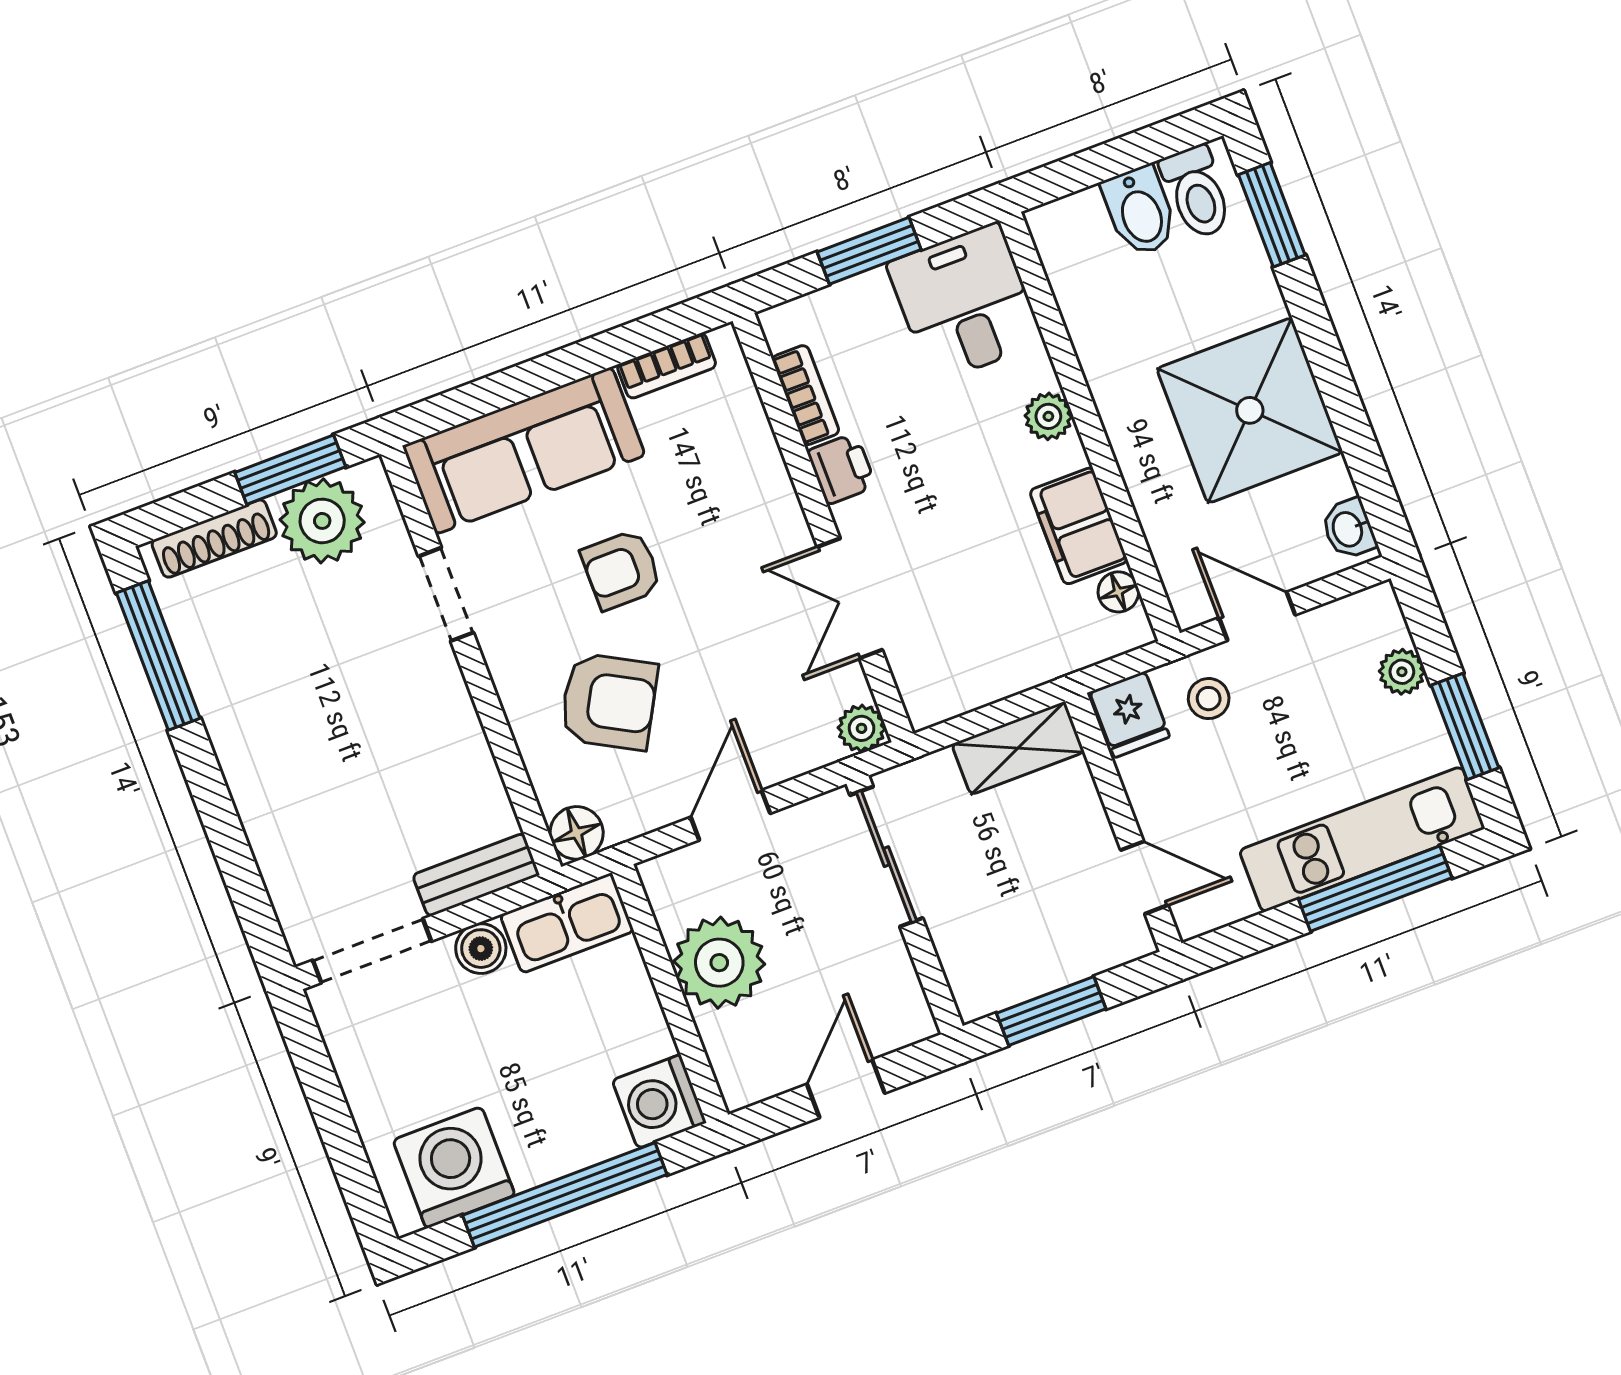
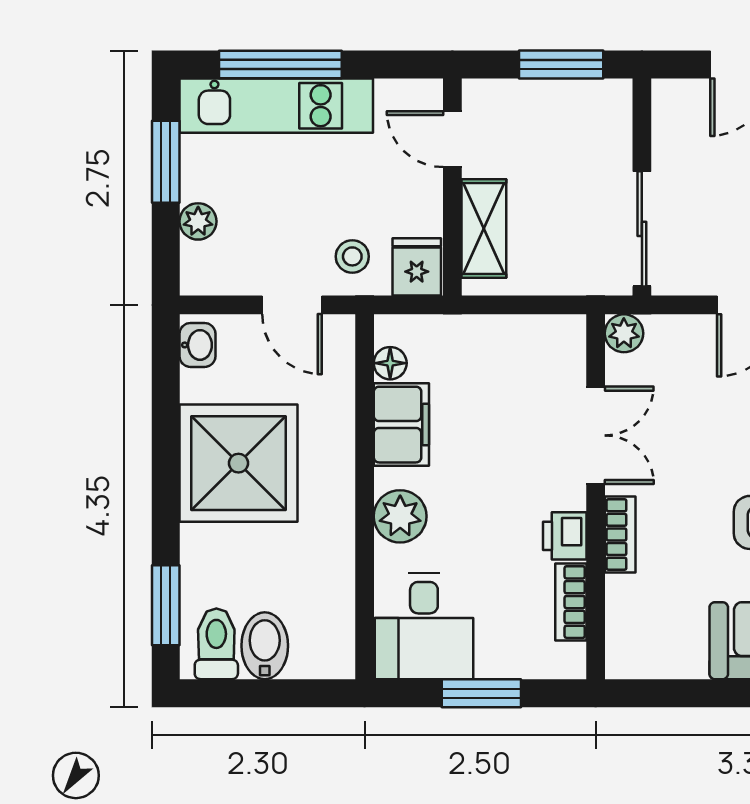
bookcase: (667, 366) -> (620, 534), moved, turned 90
plant: (1048, 416) -> (400, 516), width x1.38, depth x1.38
shelving: (1018, 748) -> (484, 228), moved, turned 90

